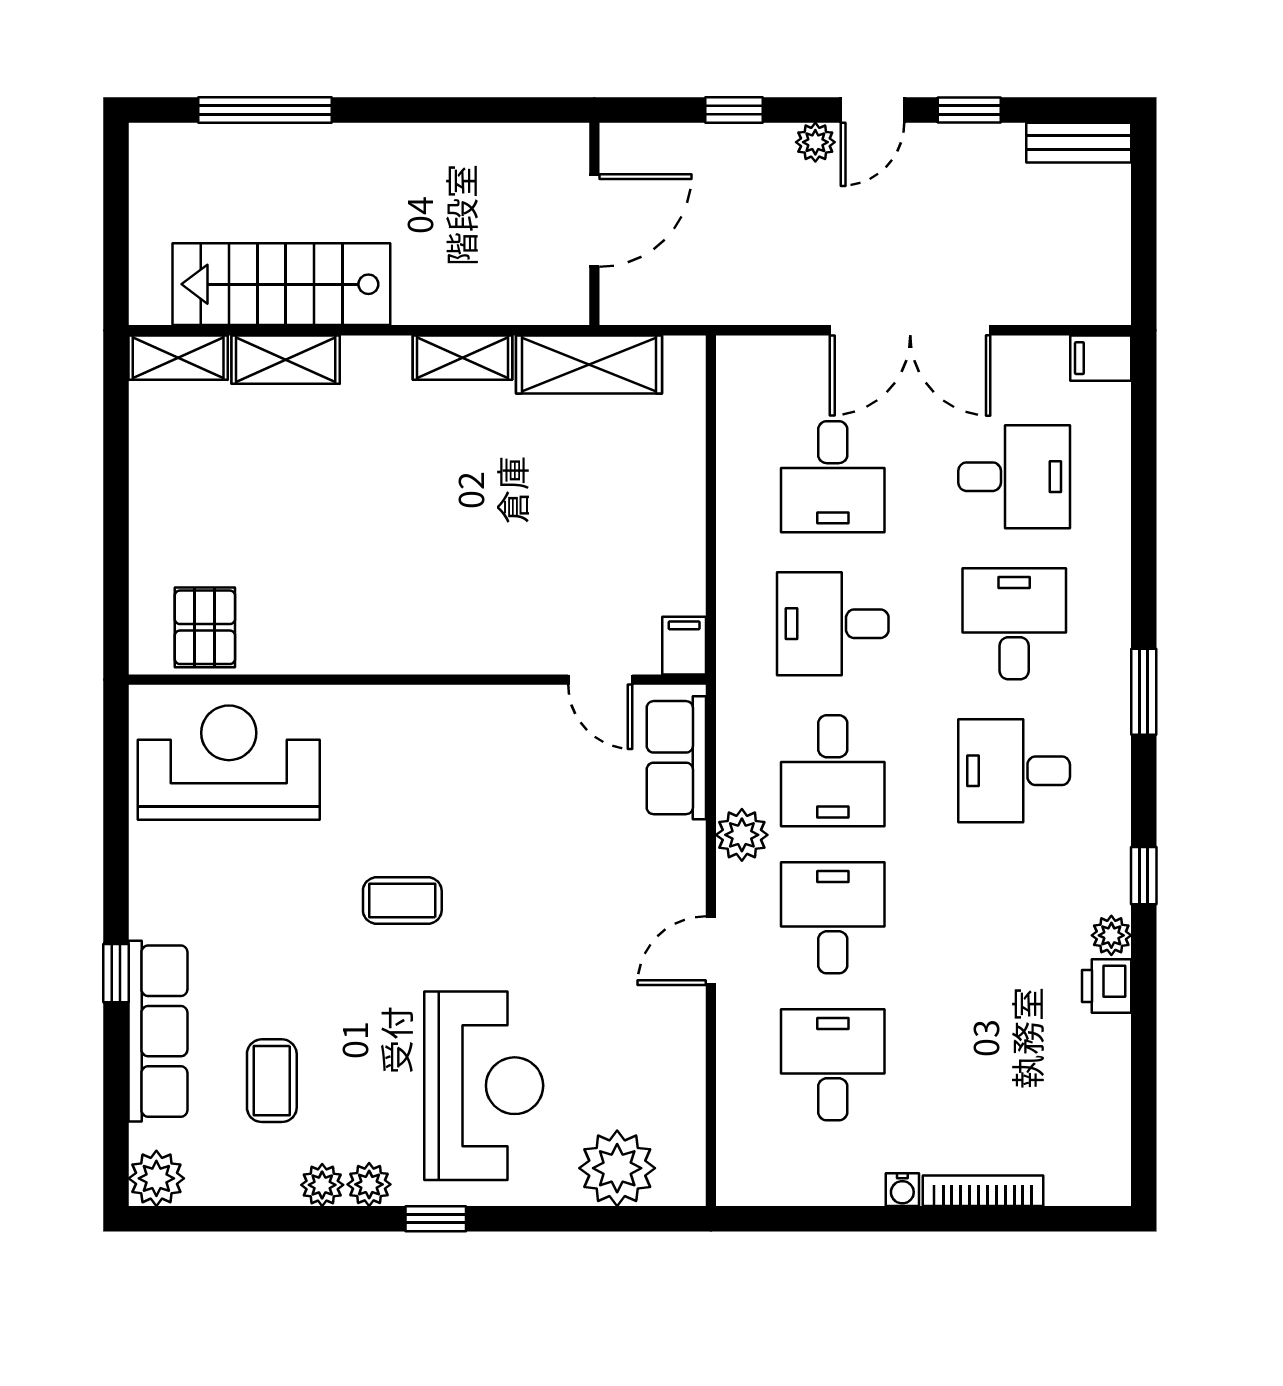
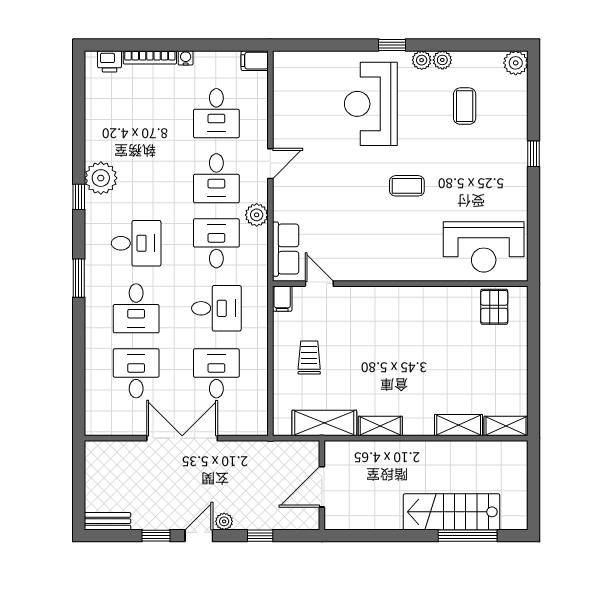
stairs: (281, 284) -> (452, 512), moved, turned 180
filing cabinet: (1101, 358) -> (255, 61), moved, turned 180
desk: (1014, 477) -> (136, 373), turned 90
trolley: (623, 513) -> (309, 357), added
plant: (1111, 935) -> (101, 178), width x1.87, depth x1.87
printer: (1107, 986) -> (110, 61), moved, turned 90
row of seats: (158, 1031) -> (515, 128), removed
plant: (617, 1168) -> (312, 67), removed

